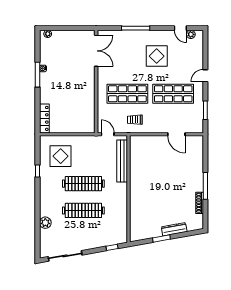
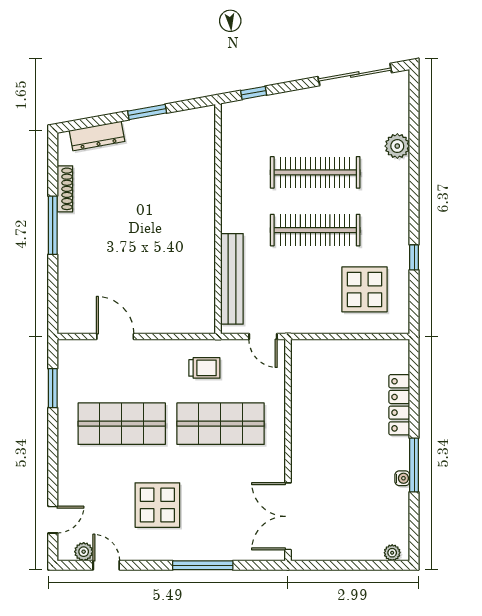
door: (205, 76) -> (53, 520), moved
locker: (44, 118) -> (399, 405), moved
dresser: (174, 229) -> (97, 136), moved

